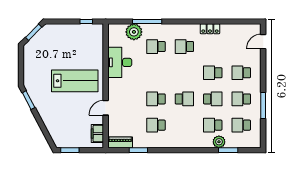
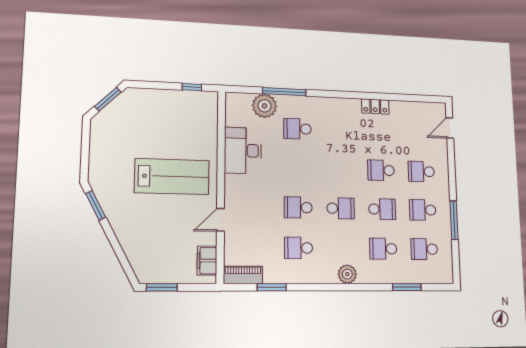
school desk: (184, 47) -> (339, 130), removed
plant: (219, 142) -> (347, 274), moved

